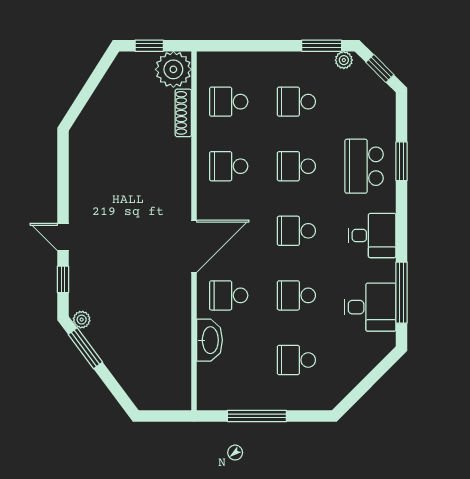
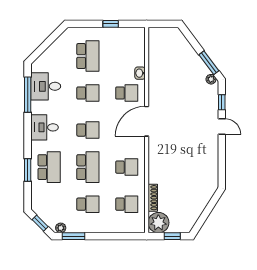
school desk: (296, 166) -> (88, 167), width x1.85
washbasin: (210, 340) -> (140, 73), width x0.52, depth x0.69
school desk: (296, 360) -> (88, 56), width x1.85
window: (257, 416) -> (111, 24), width x0.46

